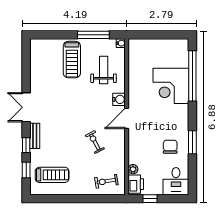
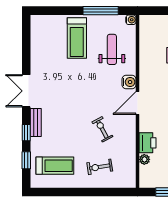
exercise bike: (106, 181) -> (100, 167), moved
printer: (136, 184) -> (148, 143), moved

